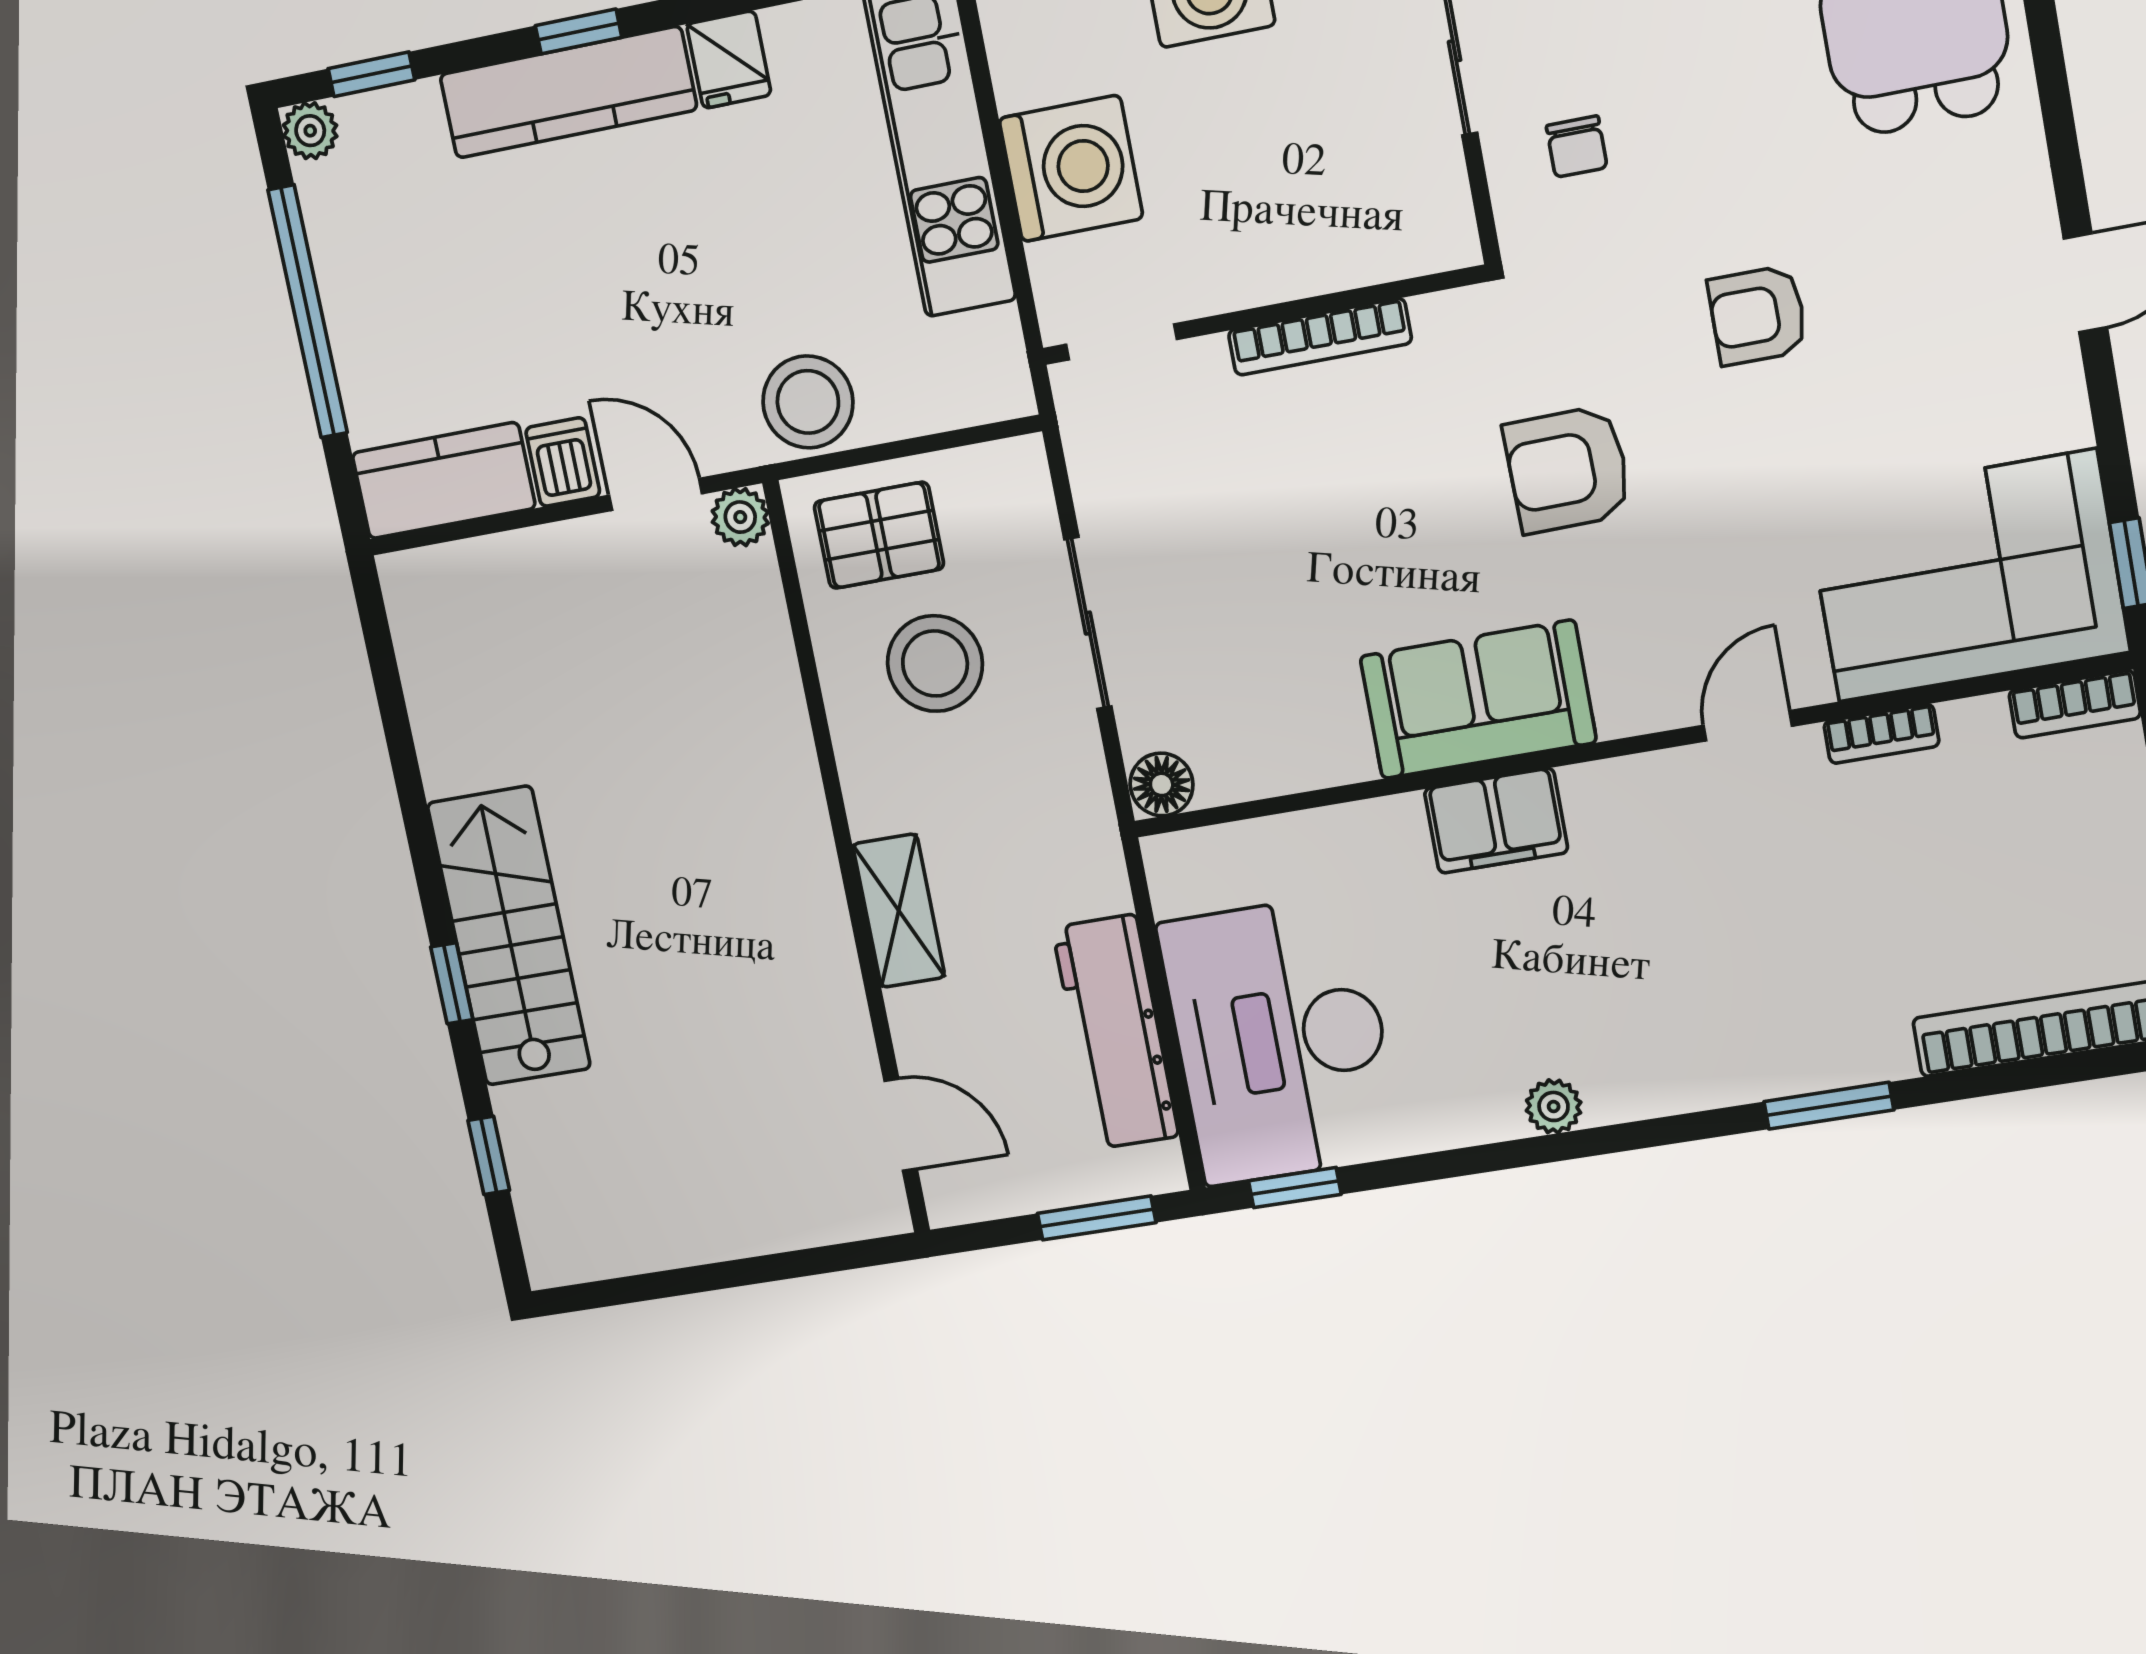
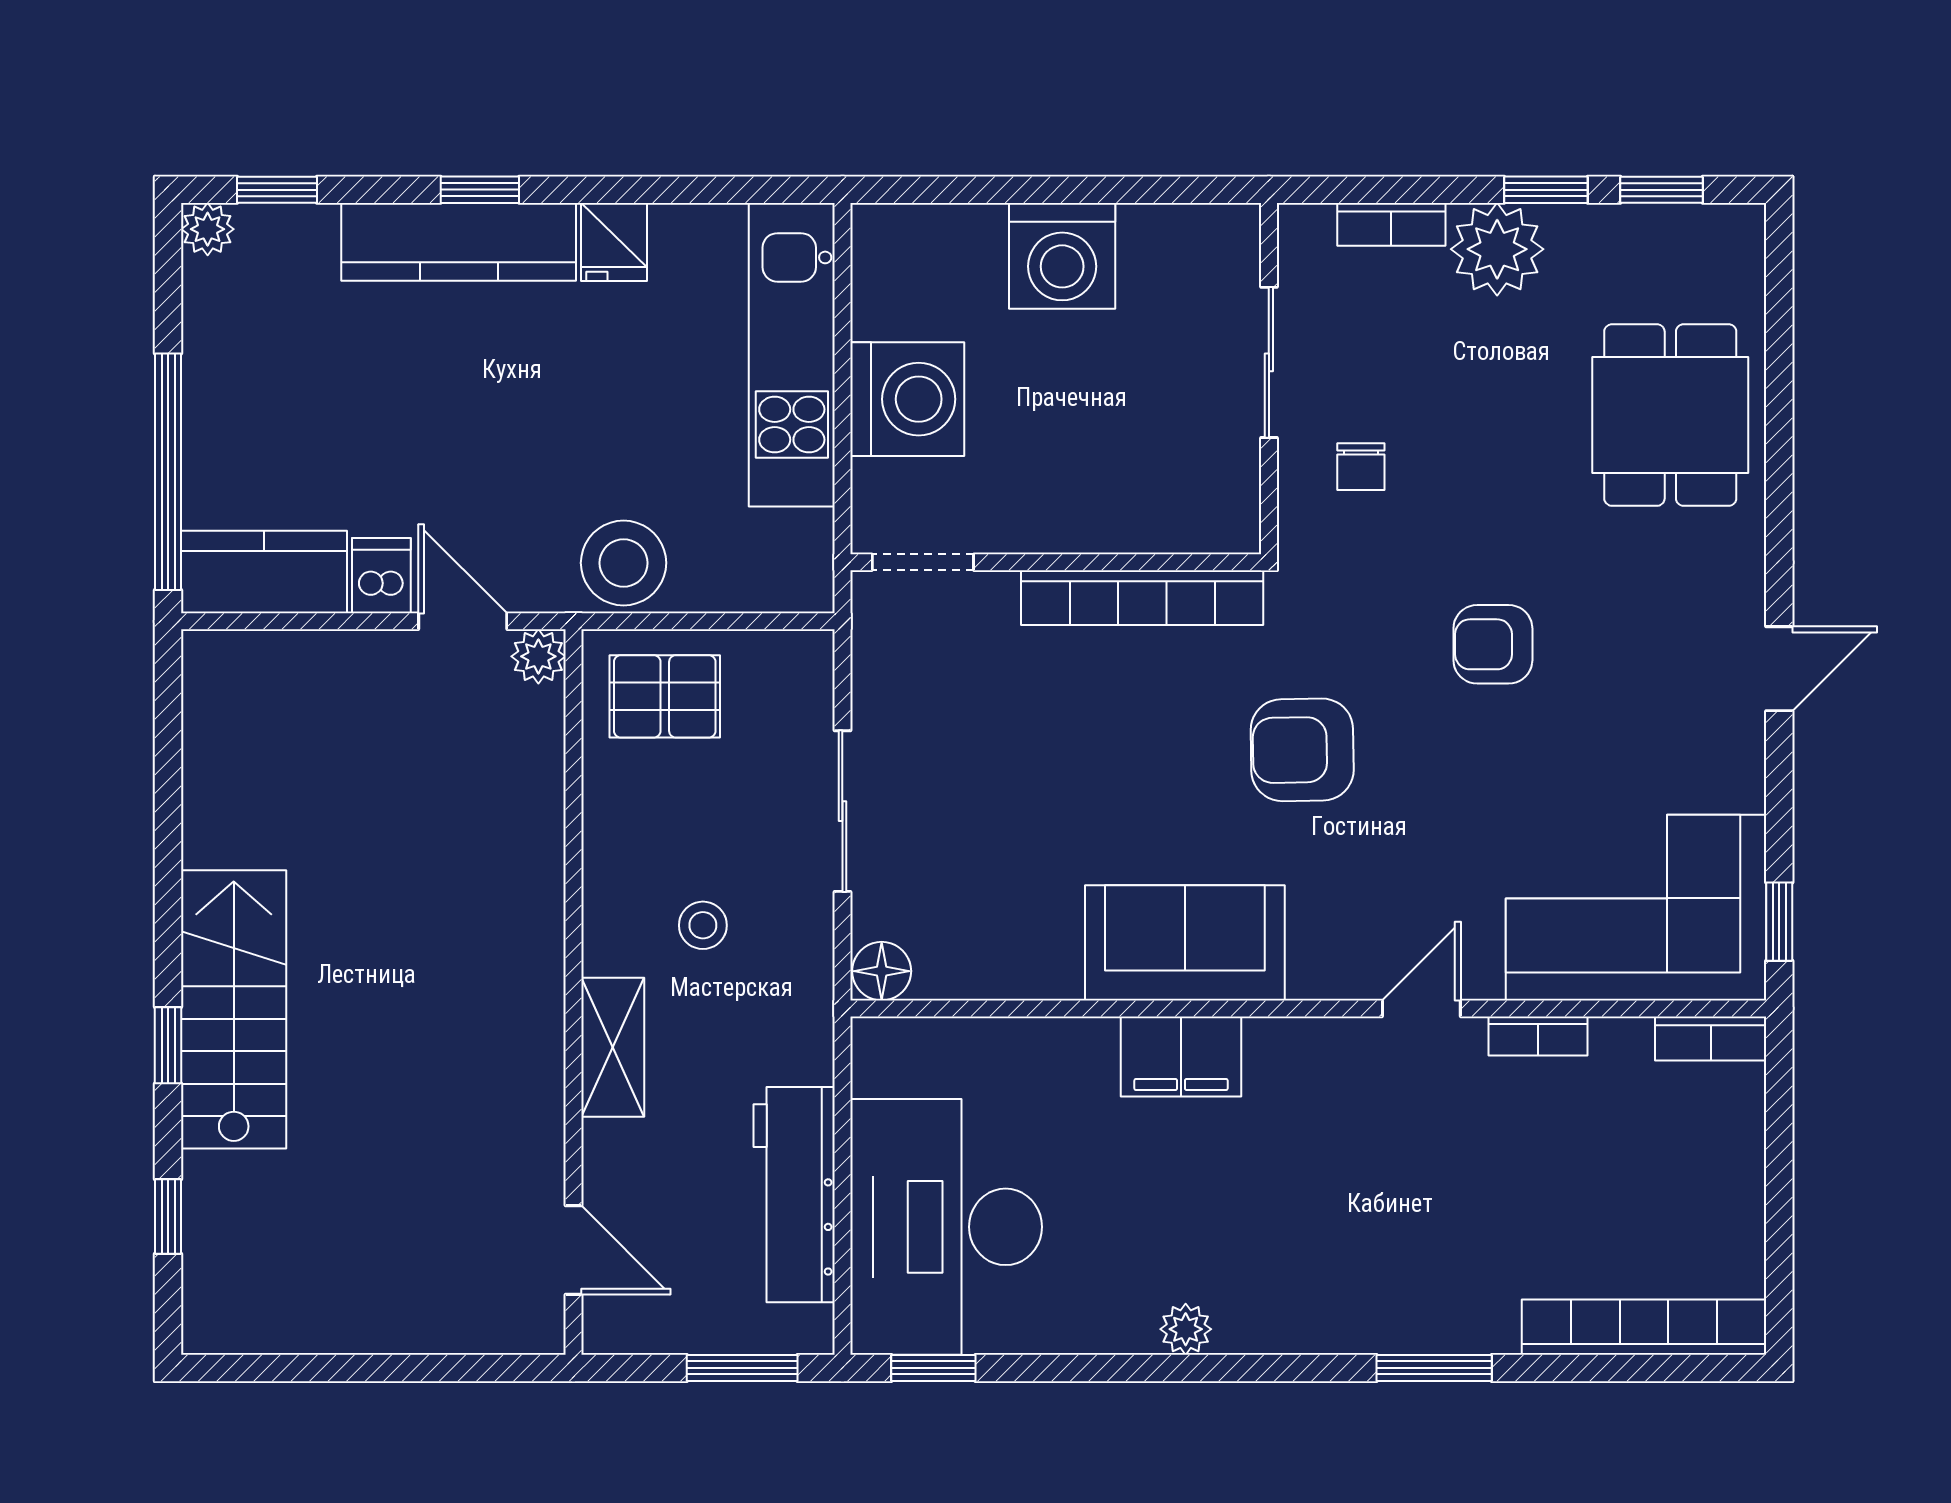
window: (308, 312) -> (168, 472), moved
bookcase: (1320, 337) -> (1142, 598), width x1.48, depth x1.31
stool: (935, 663) -> (703, 925), moved, width x0.53, depth x0.53

